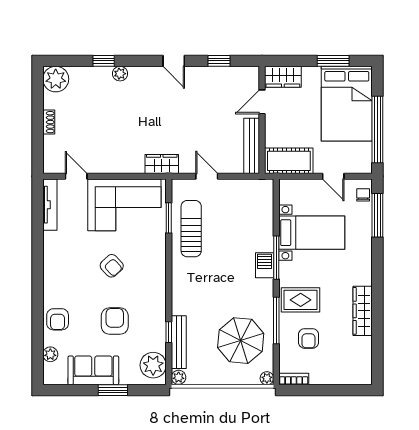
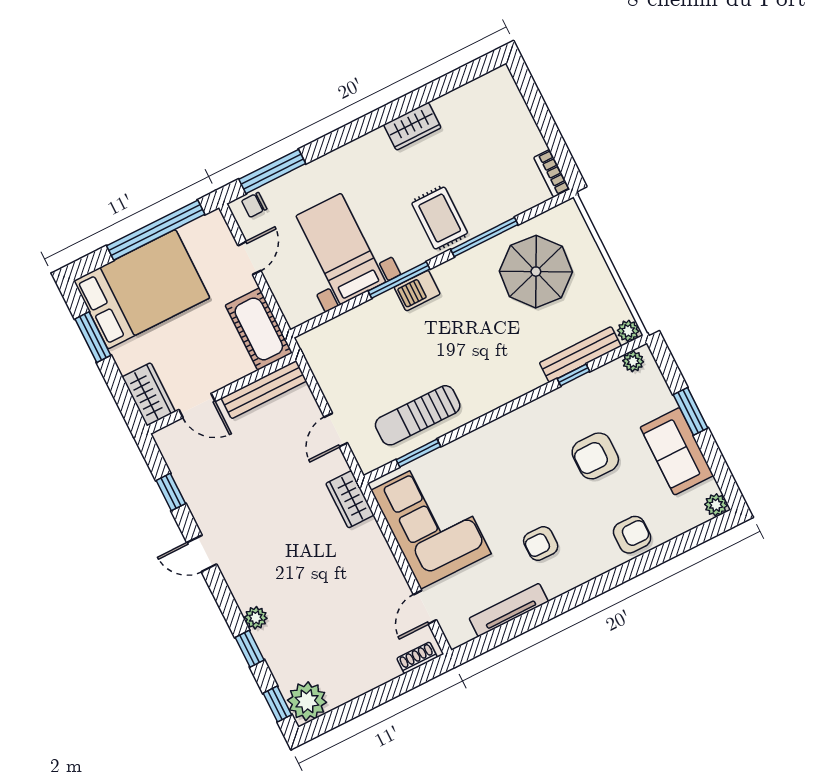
window: (63, 61) -> (277, 704), added
door: (174, 61) -> (202, 553), swing flipped
shoe rack: (49, 122) -> (417, 658), moved
tv unit: (50, 205) -> (509, 610), moved
armchair: (112, 266) -> (541, 543), moved, turned -137
wardrobe: (363, 311) -> (412, 126), width x0.67
armchair: (309, 338) -> (487, 181), removed
plant: (50, 354) -> (716, 505), moved
plant: (153, 365) -> (633, 361), width x0.53, depth x0.53
plant: (267, 378) -> (569, 210), removed

